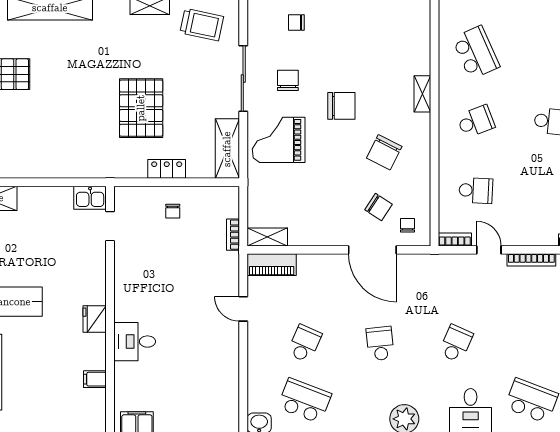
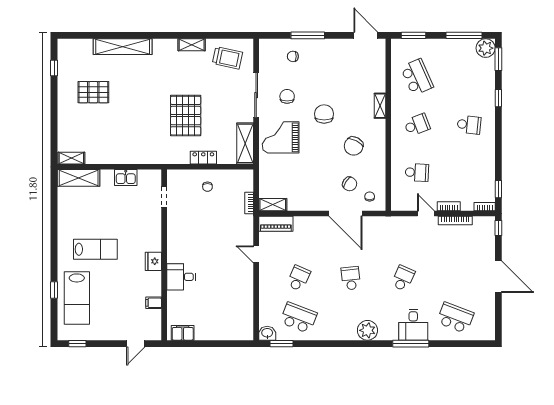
chair: (341, 106) -> (324, 114), turned -90
kitchen sink: (90, 198) -> (126, 178), moved
bookcase: (455, 239) -> (449, 206), moved

